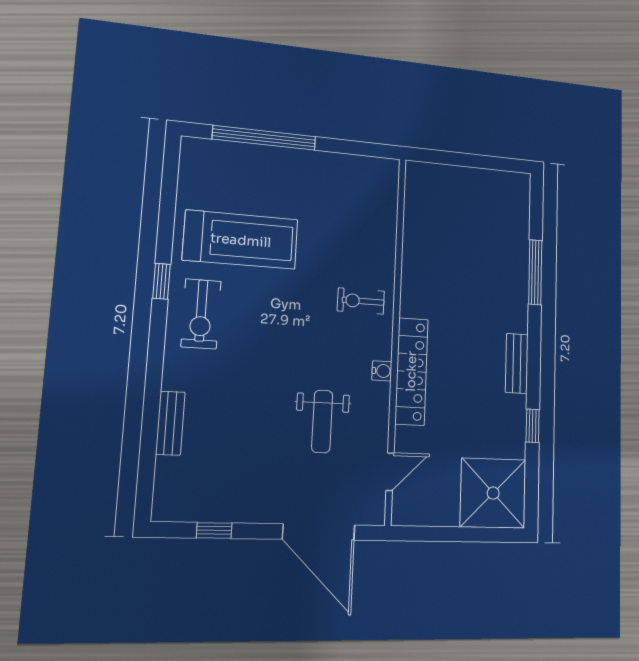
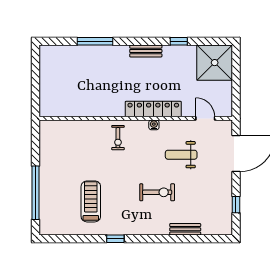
treadmill: (241, 240) -> (91, 201), width x0.73, depth x0.73
exercise bike: (201, 314) -> (157, 192), moved
weight bench: (322, 421) -> (181, 155), turned 180

